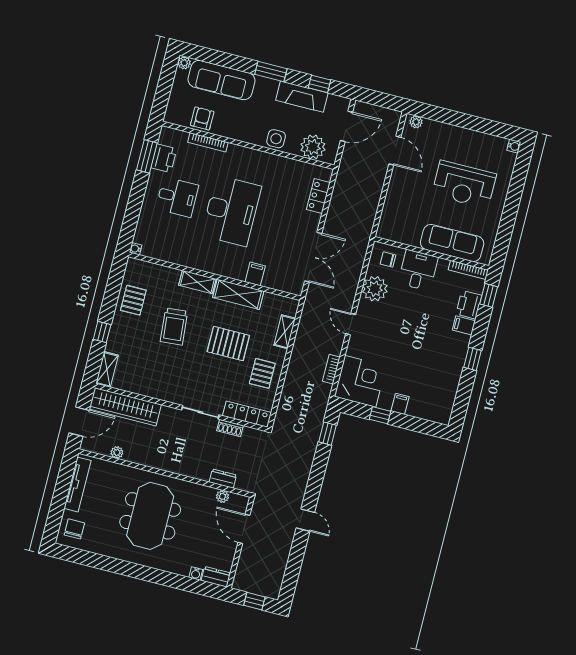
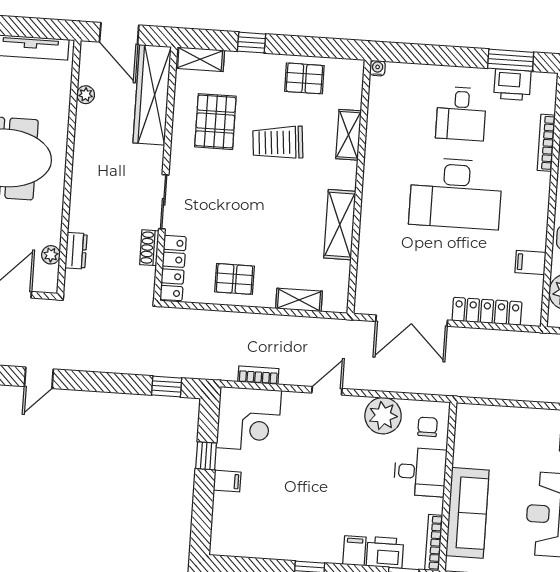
locker: (318, 196) -> (487, 311), width x1.53
filing cabinet: (255, 274) -> (530, 262), moved, turned 180
shelving: (197, 282) -> (349, 135), moved
pallet: (228, 344) -> (215, 122), moved

